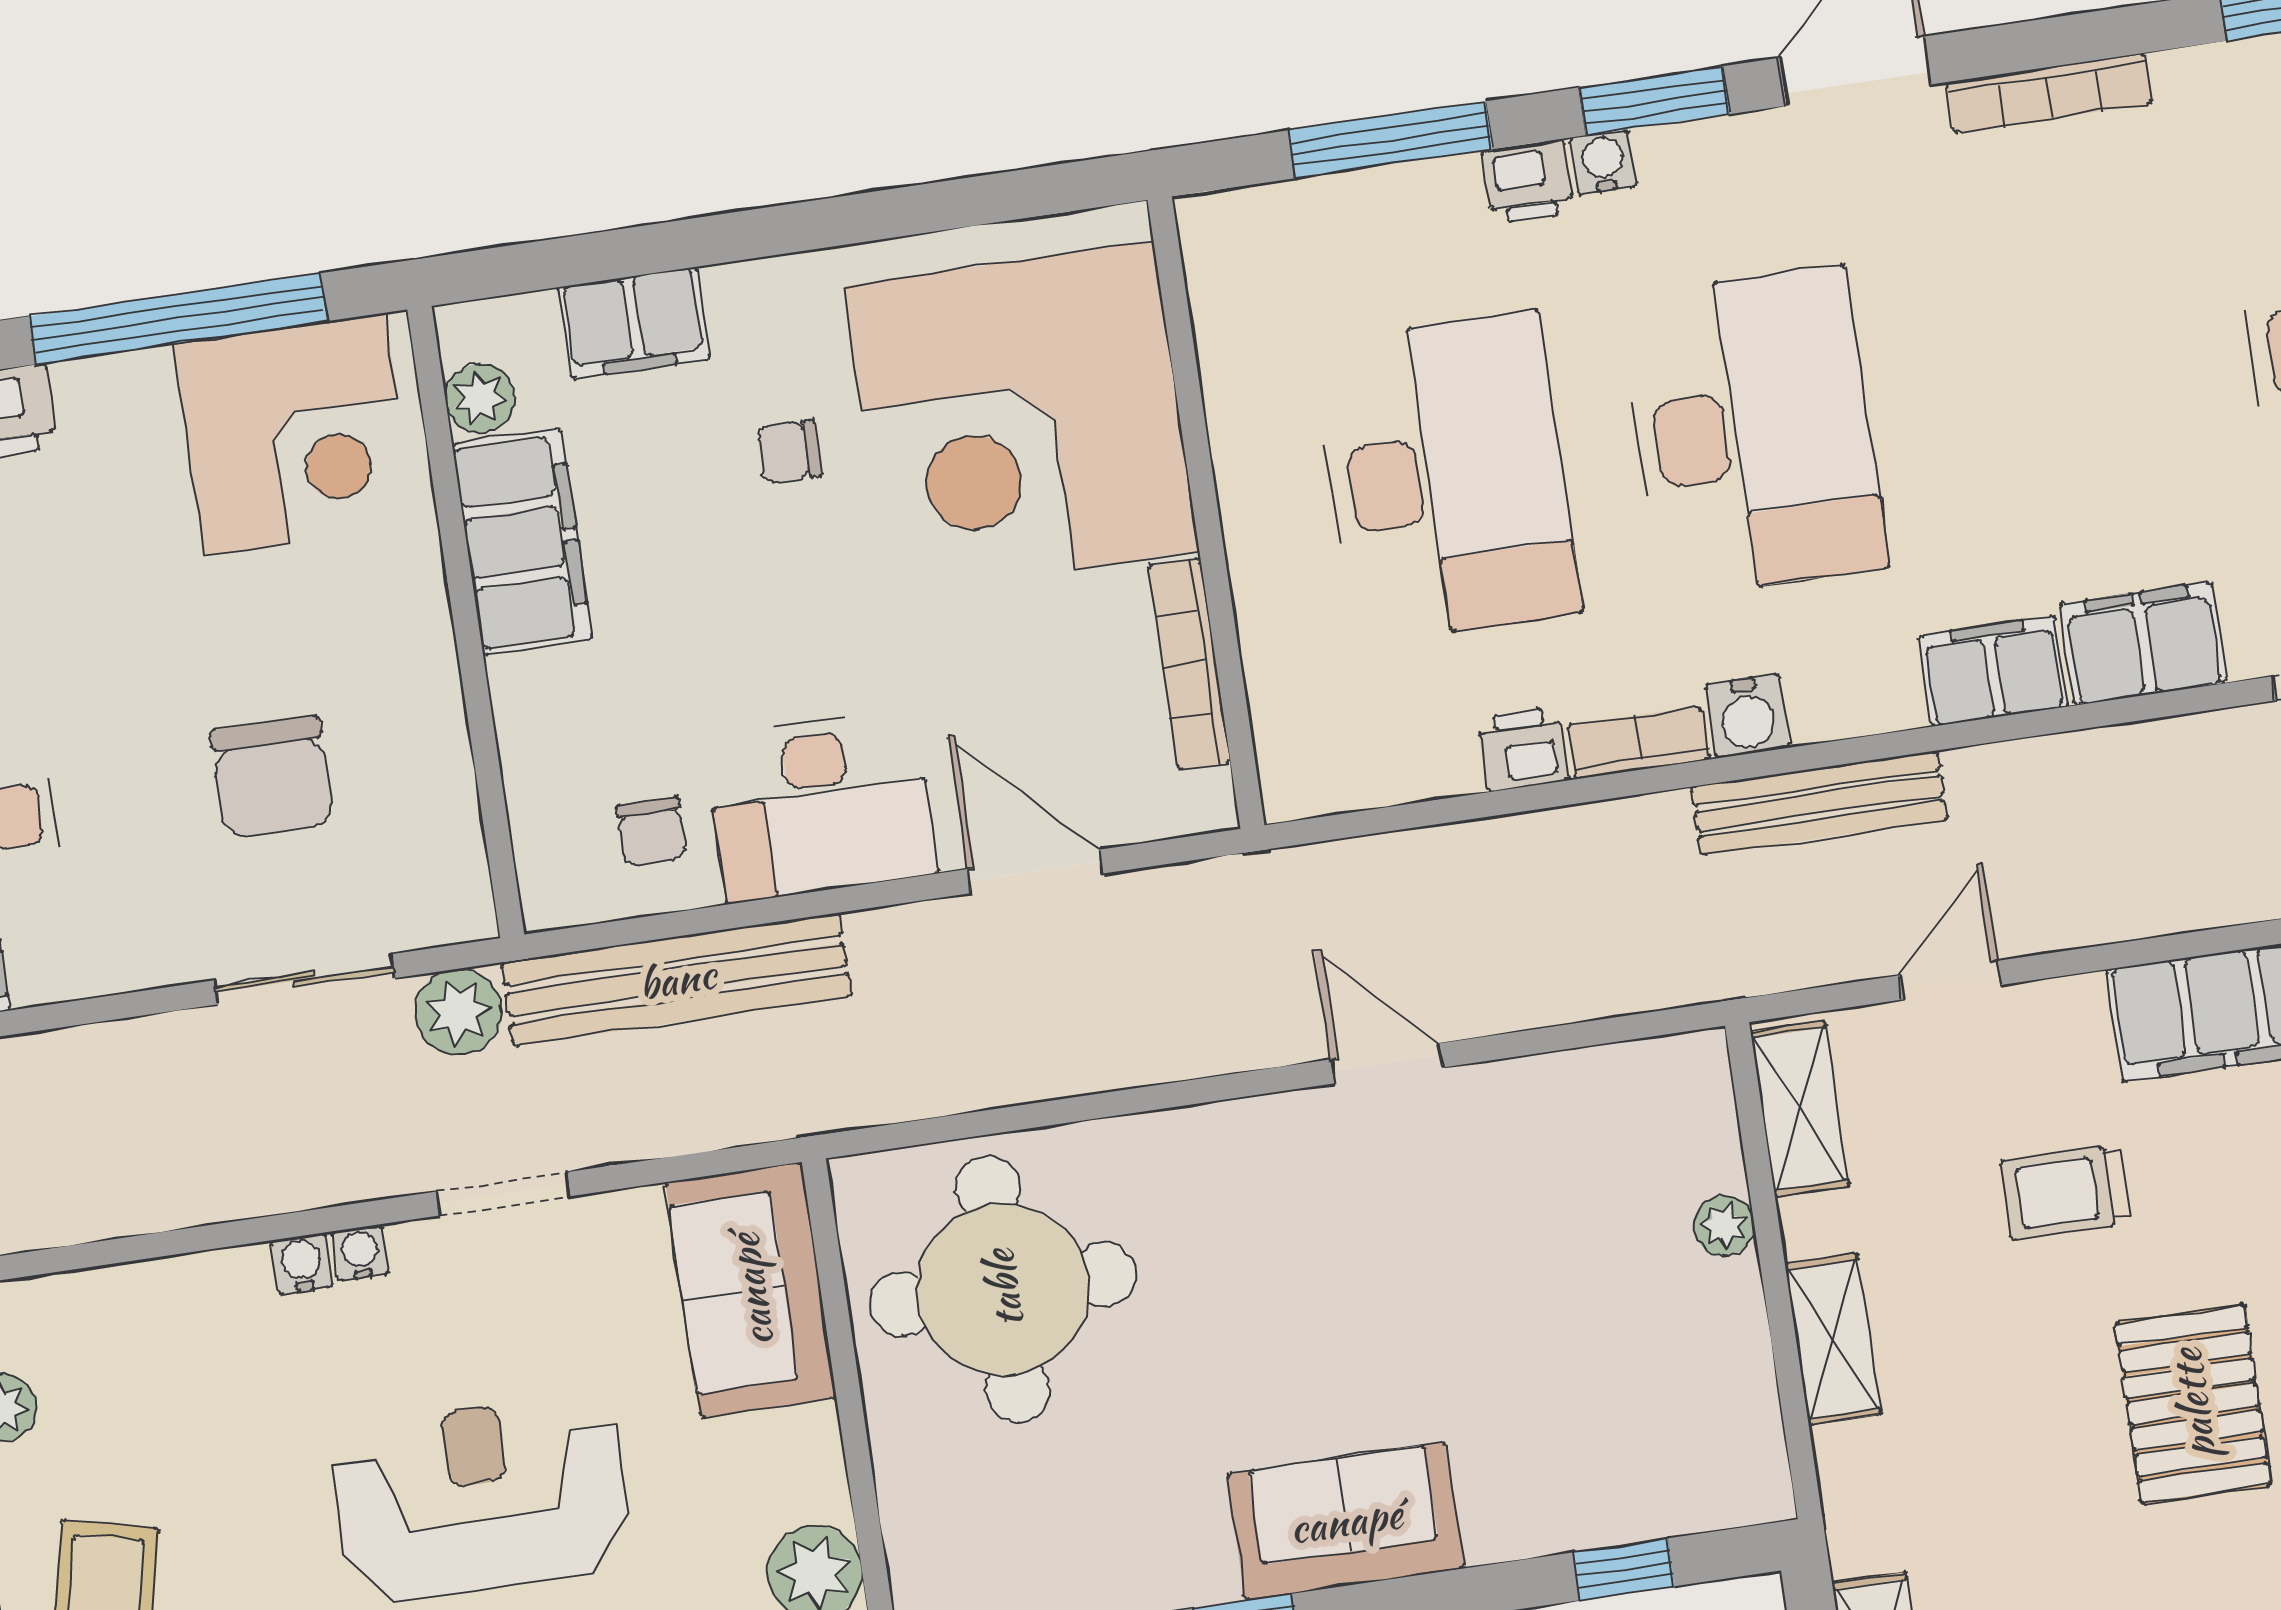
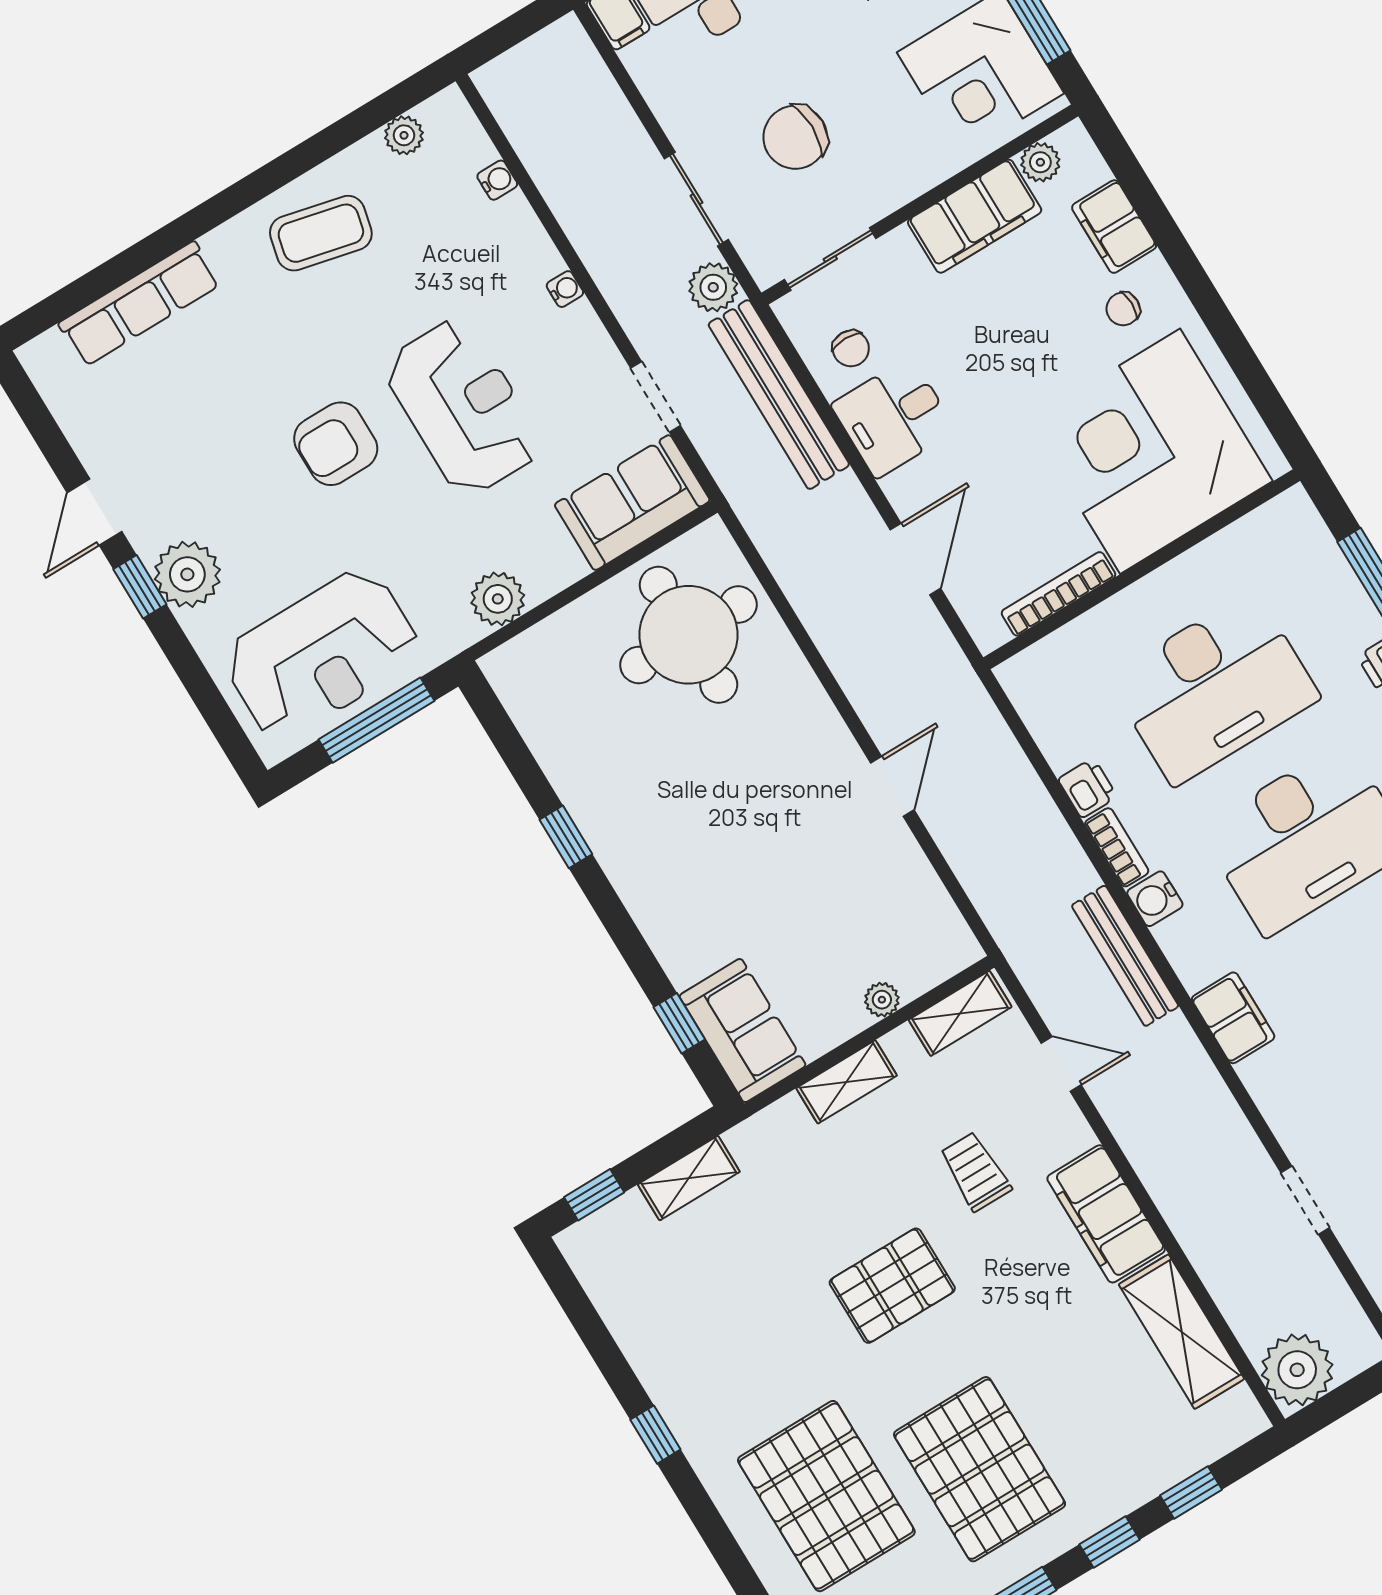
chair: (789, 452) -> (1123, 309), moved, turned -90
filing cabinet: (2143, 644) -> (1281, 1091), removed
sliding door: (493, 804) -> (830, 259), added
desk: (821, 806) -> (893, 418), width x0.73
chair: (651, 832) -> (851, 348), turned -90
doorway: (503, 1194) -> (655, 397), moved
water cooler: (302, 1264) -> (497, 180), moved
sofa: (1346, 1521) -> (743, 1031), moved

